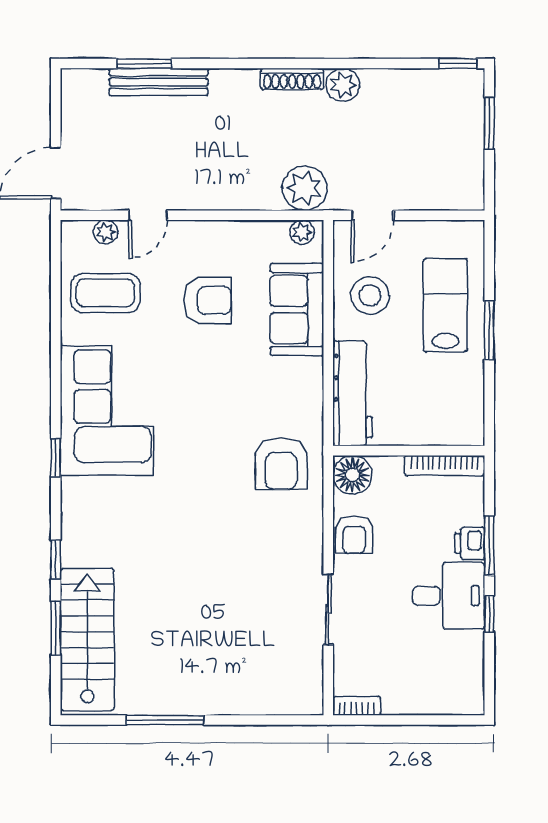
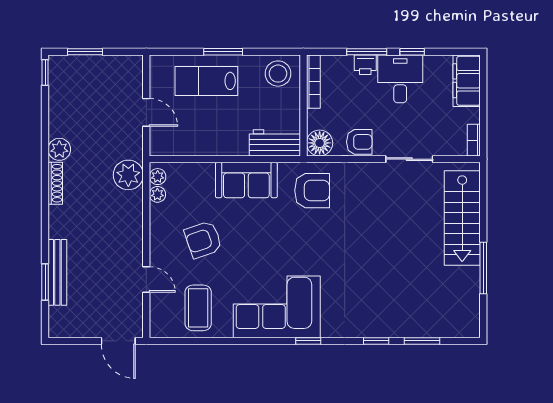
door: (372, 215) -> (146, 112), moved
plant: (106, 232) -> (157, 194), moved
stool: (370, 296) -> (278, 74), moved
armchair: (208, 300) -> (203, 240), turned -109
sofa: (297, 309) -> (246, 180), moved
workbench: (353, 393) -> (275, 143), width x0.73
stairs: (87, 639) -> (462, 218), moved, turned -90
filing cabinet: (446, 695) -> (467, 81), added

